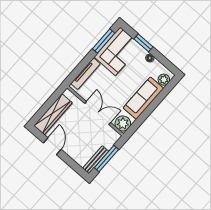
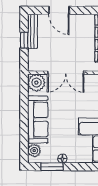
window: (143, 43) -> (52, 167), moved
door: (52, 146) -> (59, 10), moved
window: (106, 159) -> (24, 40), width x0.46

